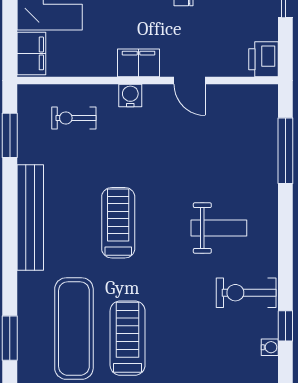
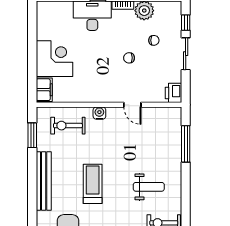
filing cabinet: (139, 63) -> (104, 95), removed
exercise bike: (74, 118) -> (68, 126), width x1.38, depth x1.39

